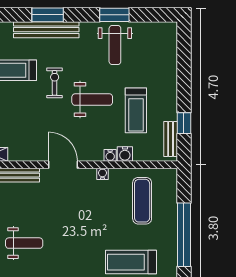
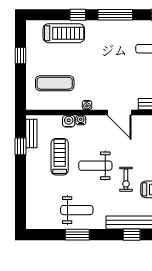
window: (48, 15) -> (132, 235), width x0.67
weight bench: (115, 45) -> (77, 210), turned 90
exercise mat: (142, 201) -> (55, 83), turned 90
window: (184, 235) -> (21, 55), width x0.32

